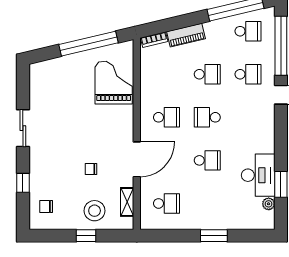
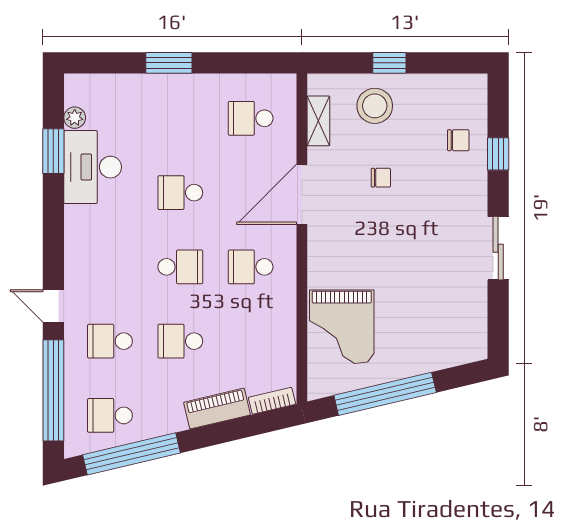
chair: (46, 206) -> (458, 140), moved

